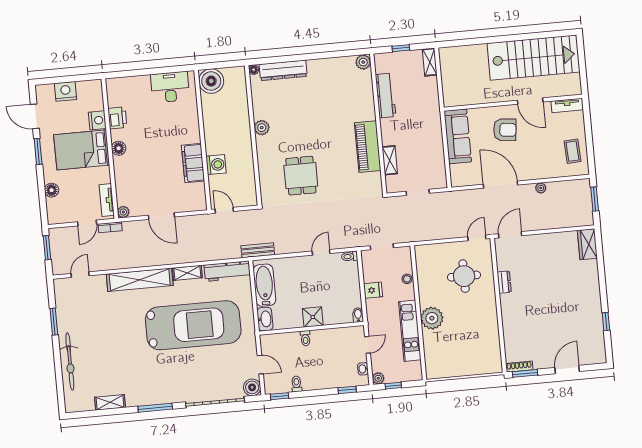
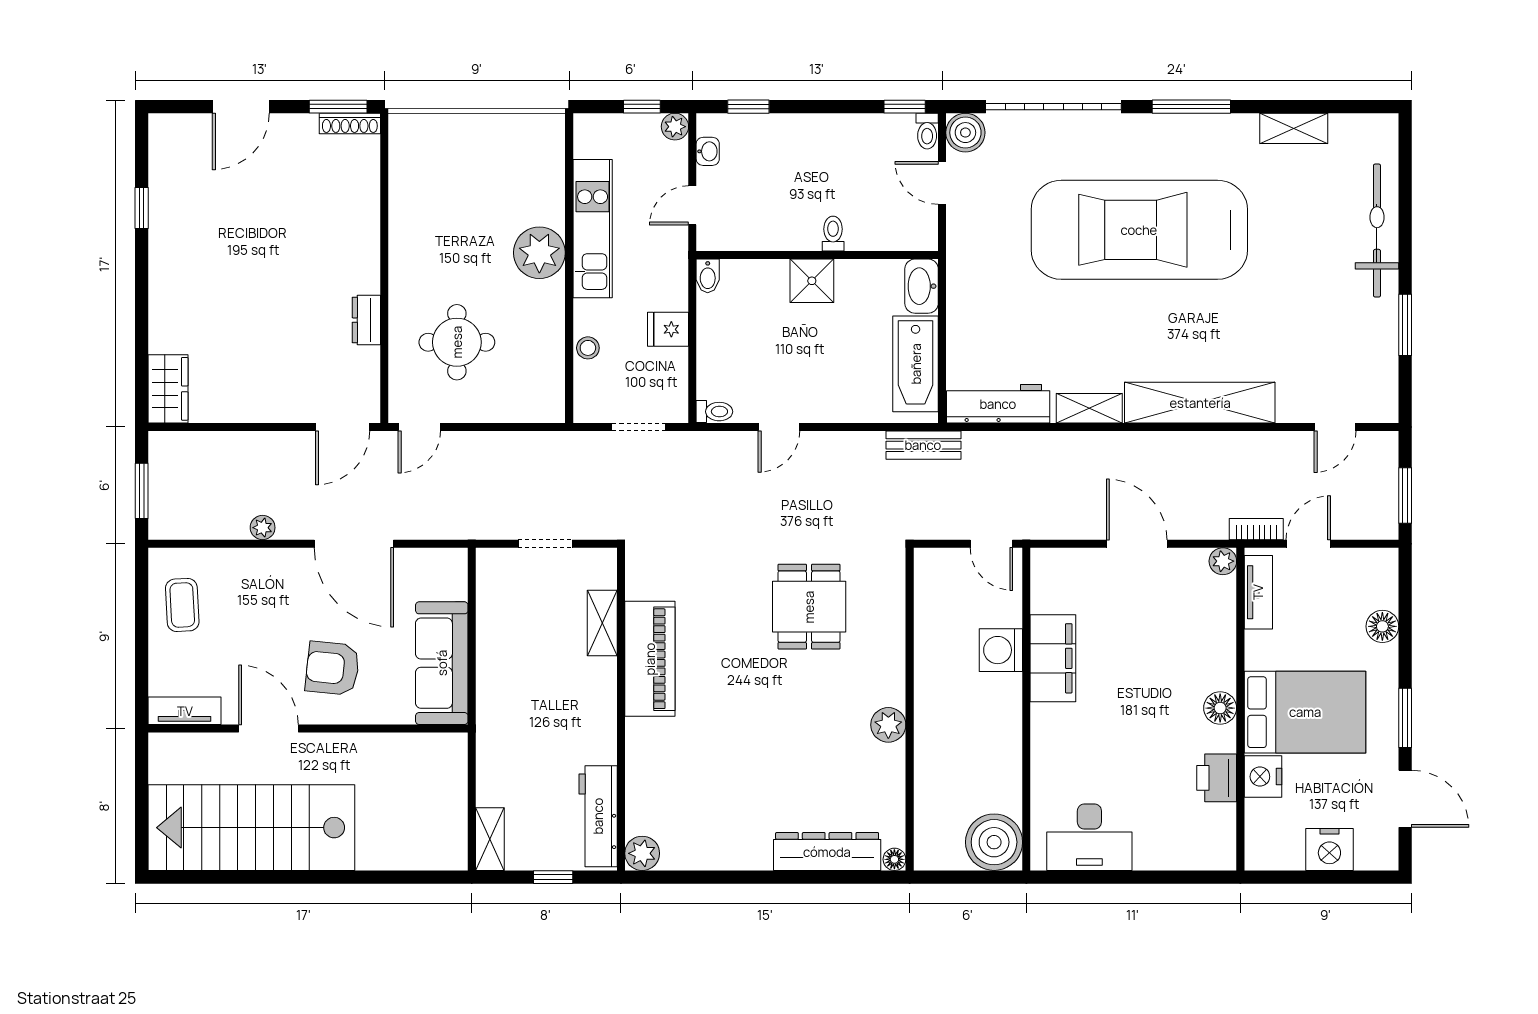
workbench: (386, 95) -> (598, 816), moved
car: (193, 325) -> (1139, 230), moved
toilet: (297, 384) -> (927, 131), moved

